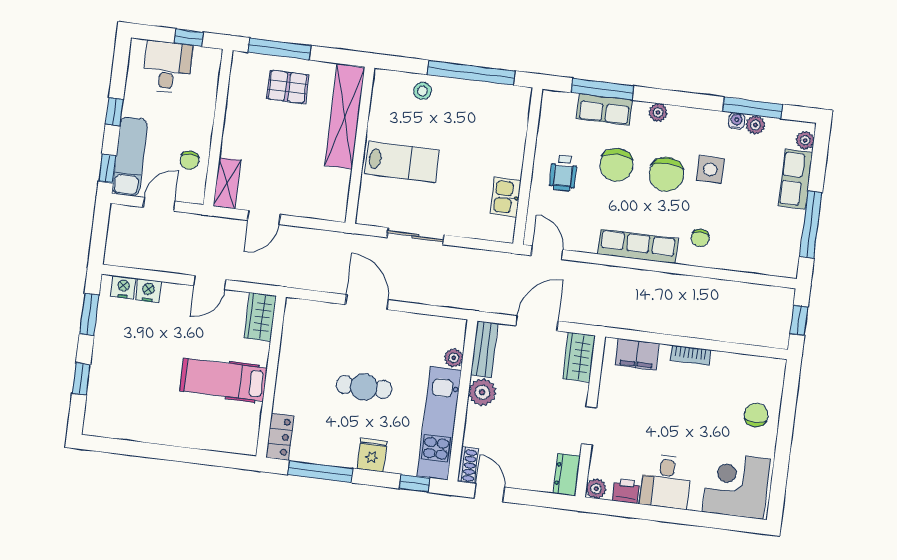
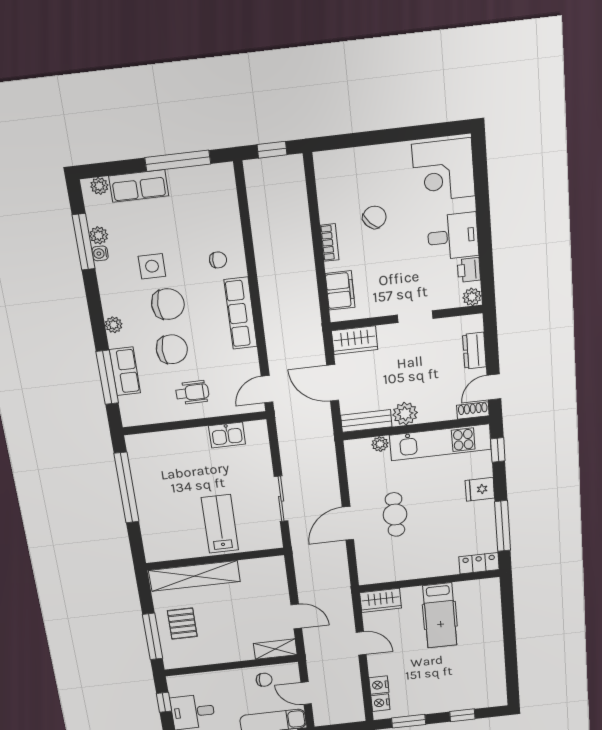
stool: (423, 91) -> (154, 522), removed
cafe table: (364, 387) -> (395, 515), moved
chair: (756, 415) -> (374, 217), moved, turned 137
dresser: (567, 475) -> (474, 351), moved, turned 90

